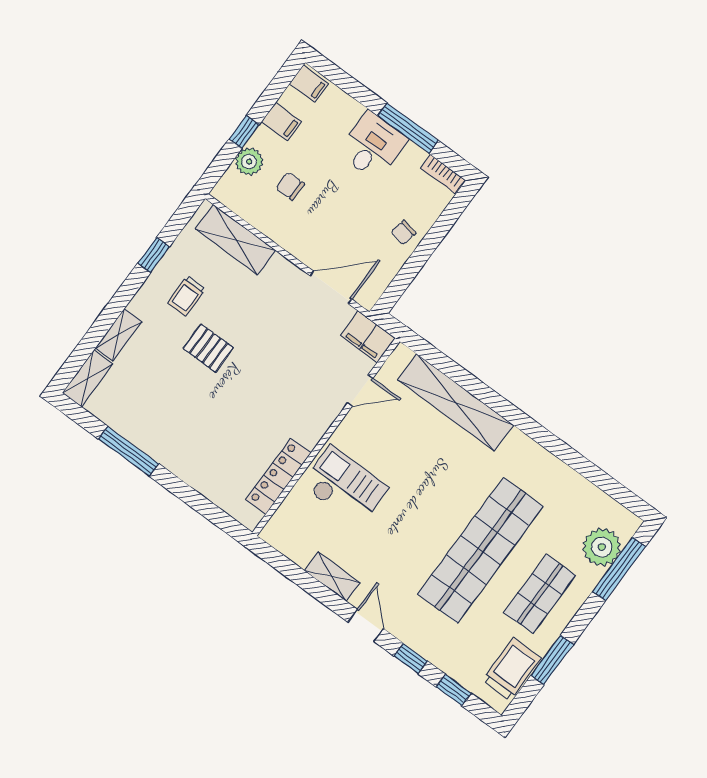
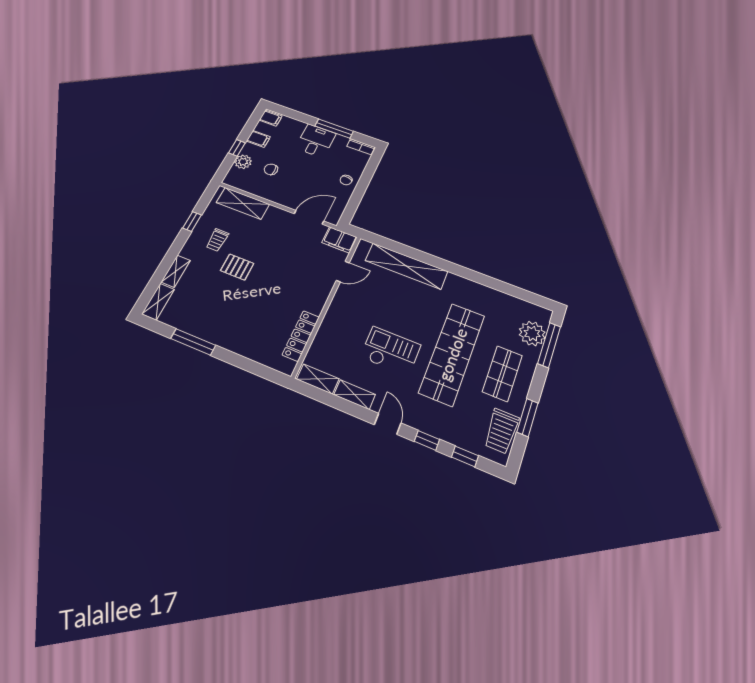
checkout: (345, 486) -> (391, 351), moved
shelving: (288, 544) -> (318, 379), added
trolley: (512, 669) -> (501, 431), turned 180

